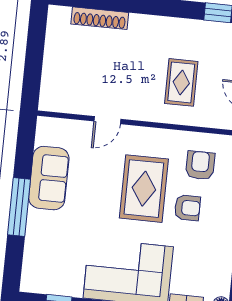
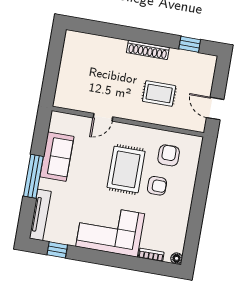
shoe rack: (100, 18) -> (148, 50), moved
rug: (181, 82) -> (159, 94), turned 90
tv unit: (32, 259) -> (40, 215), added

